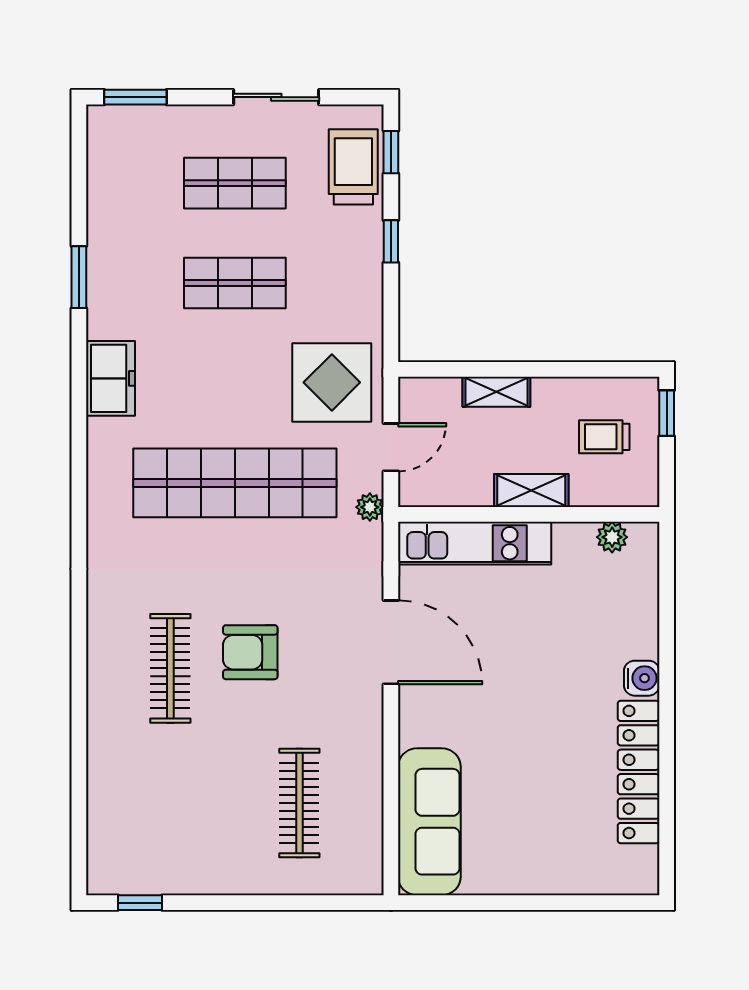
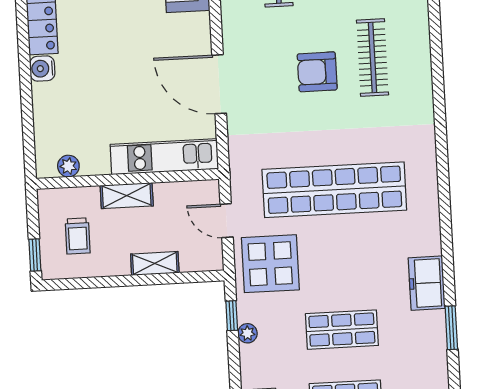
window: (391, 241) -> (232, 316), moved
freezer: (111, 378) -> (427, 283), moved
trolley: (604, 437) -> (78, 236), turned 90
door: (391, 447) -> (227, 221), hinge flipped
plant: (370, 507) -> (247, 333), moved
armchair: (250, 652) -> (317, 72), turned 180

